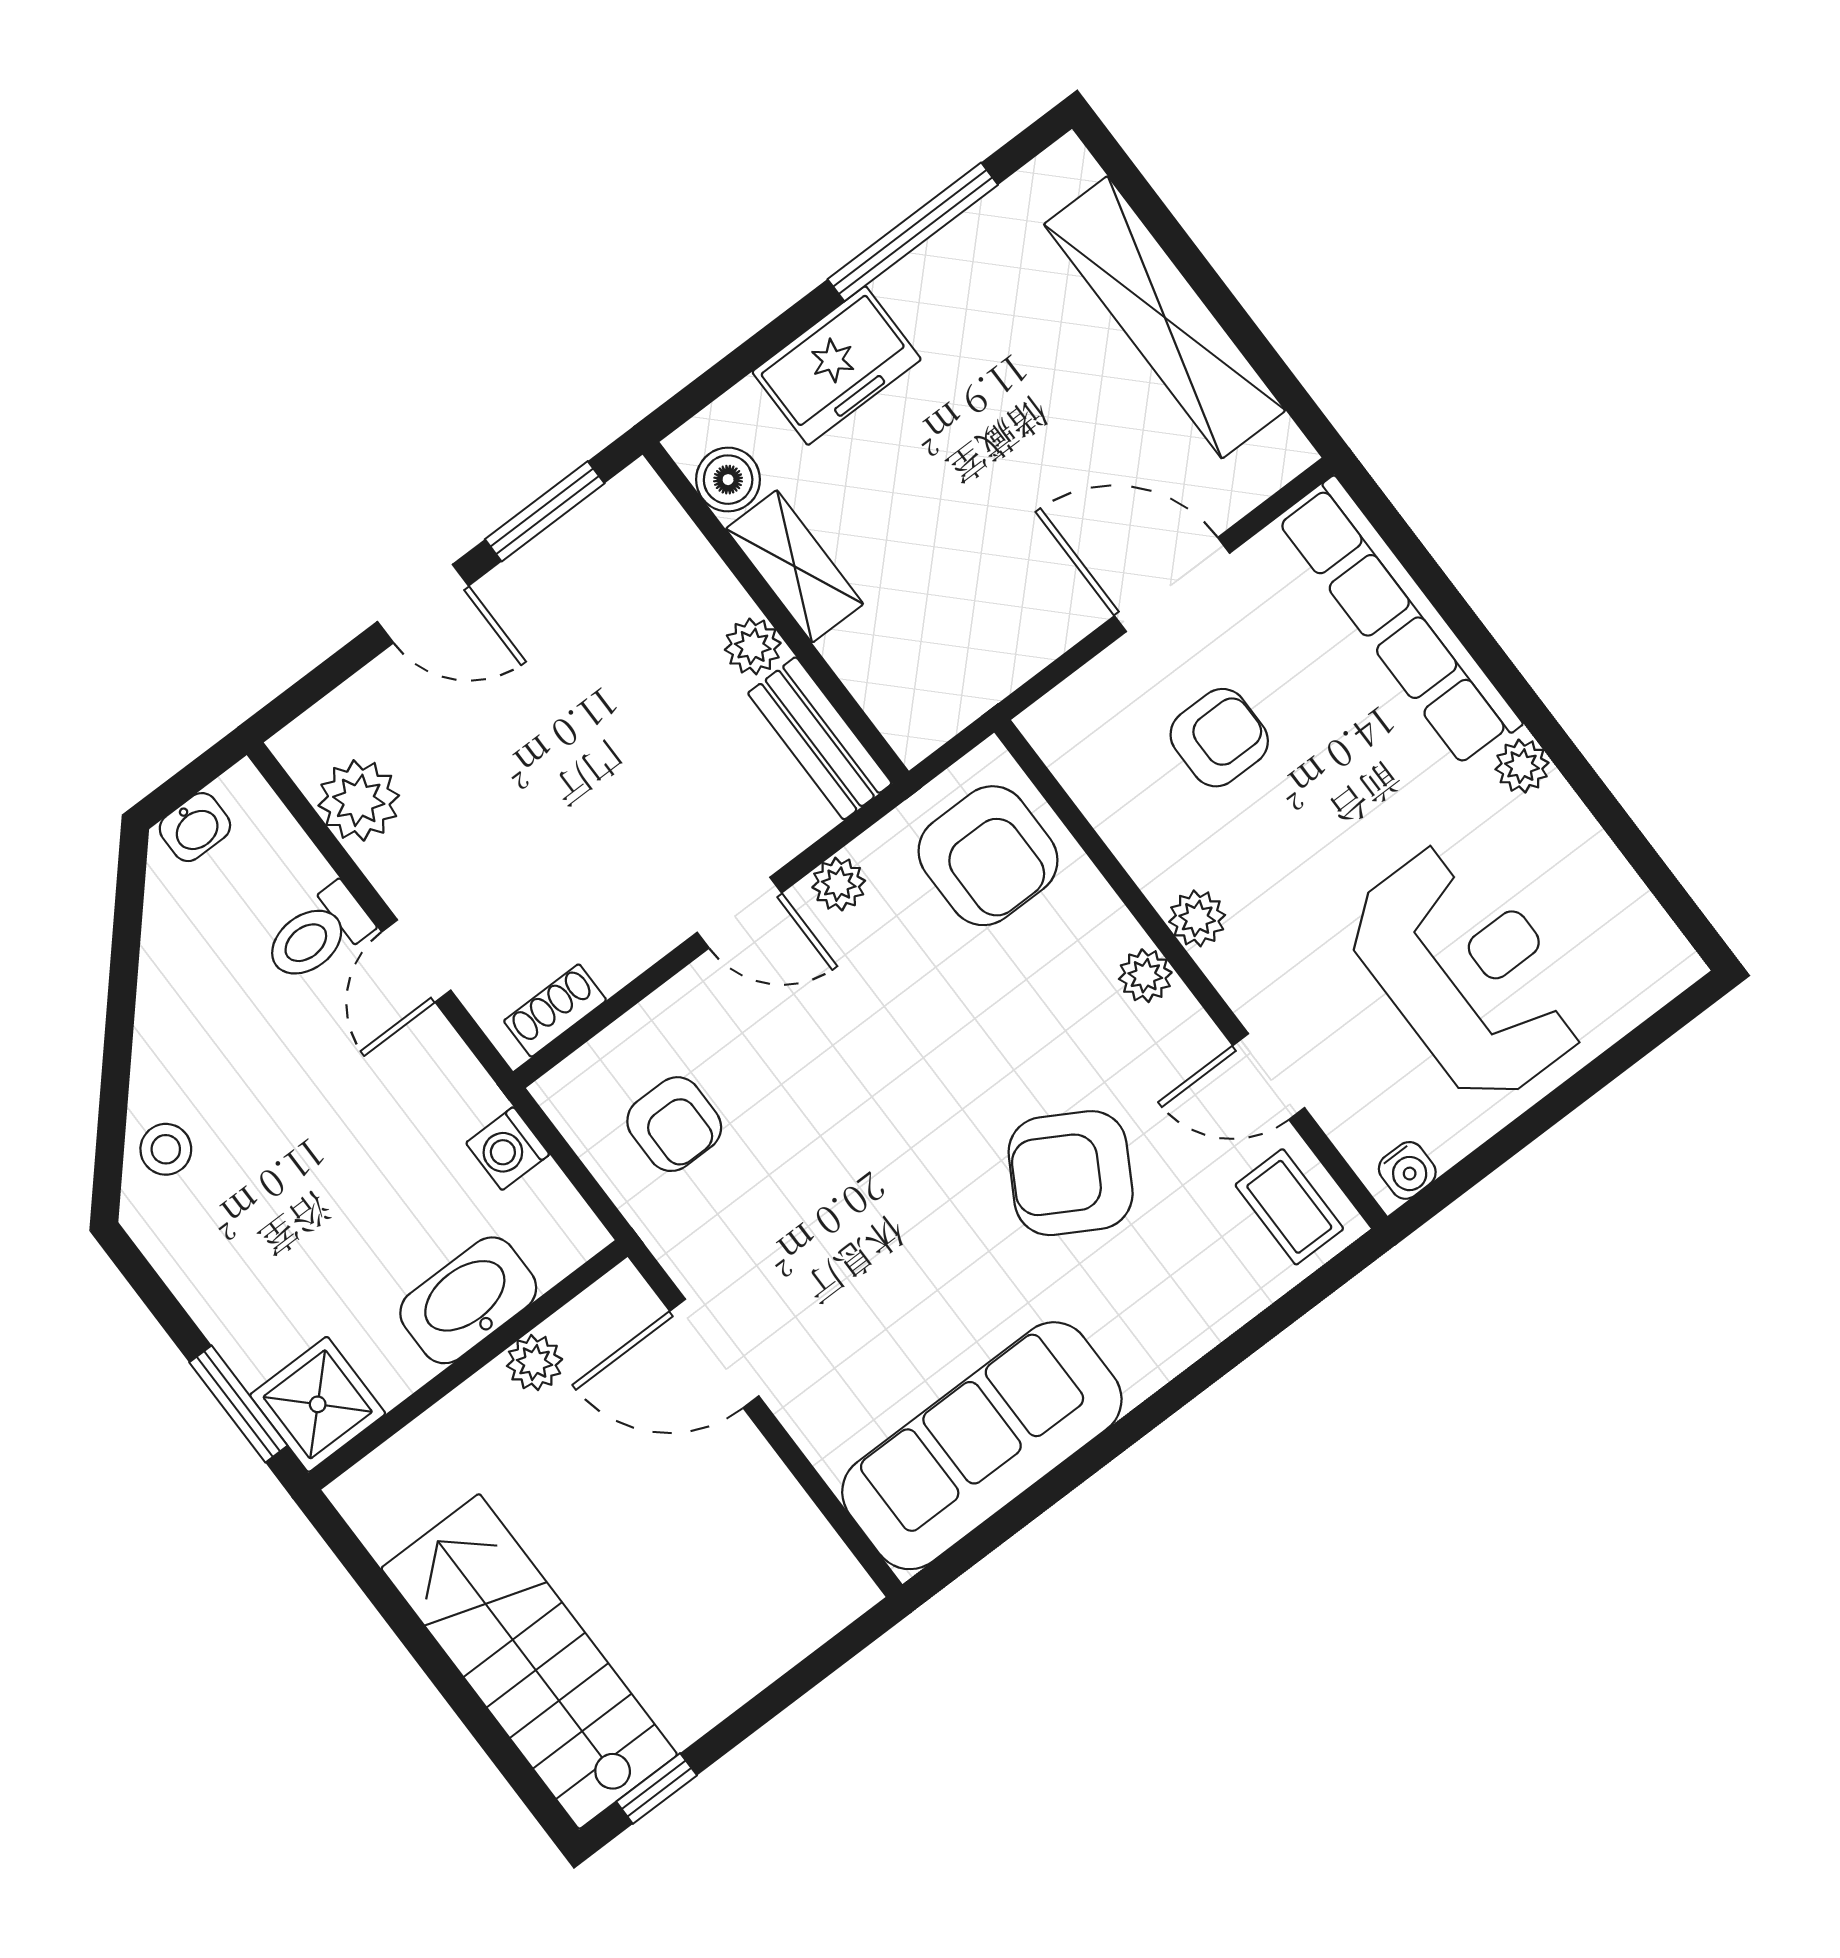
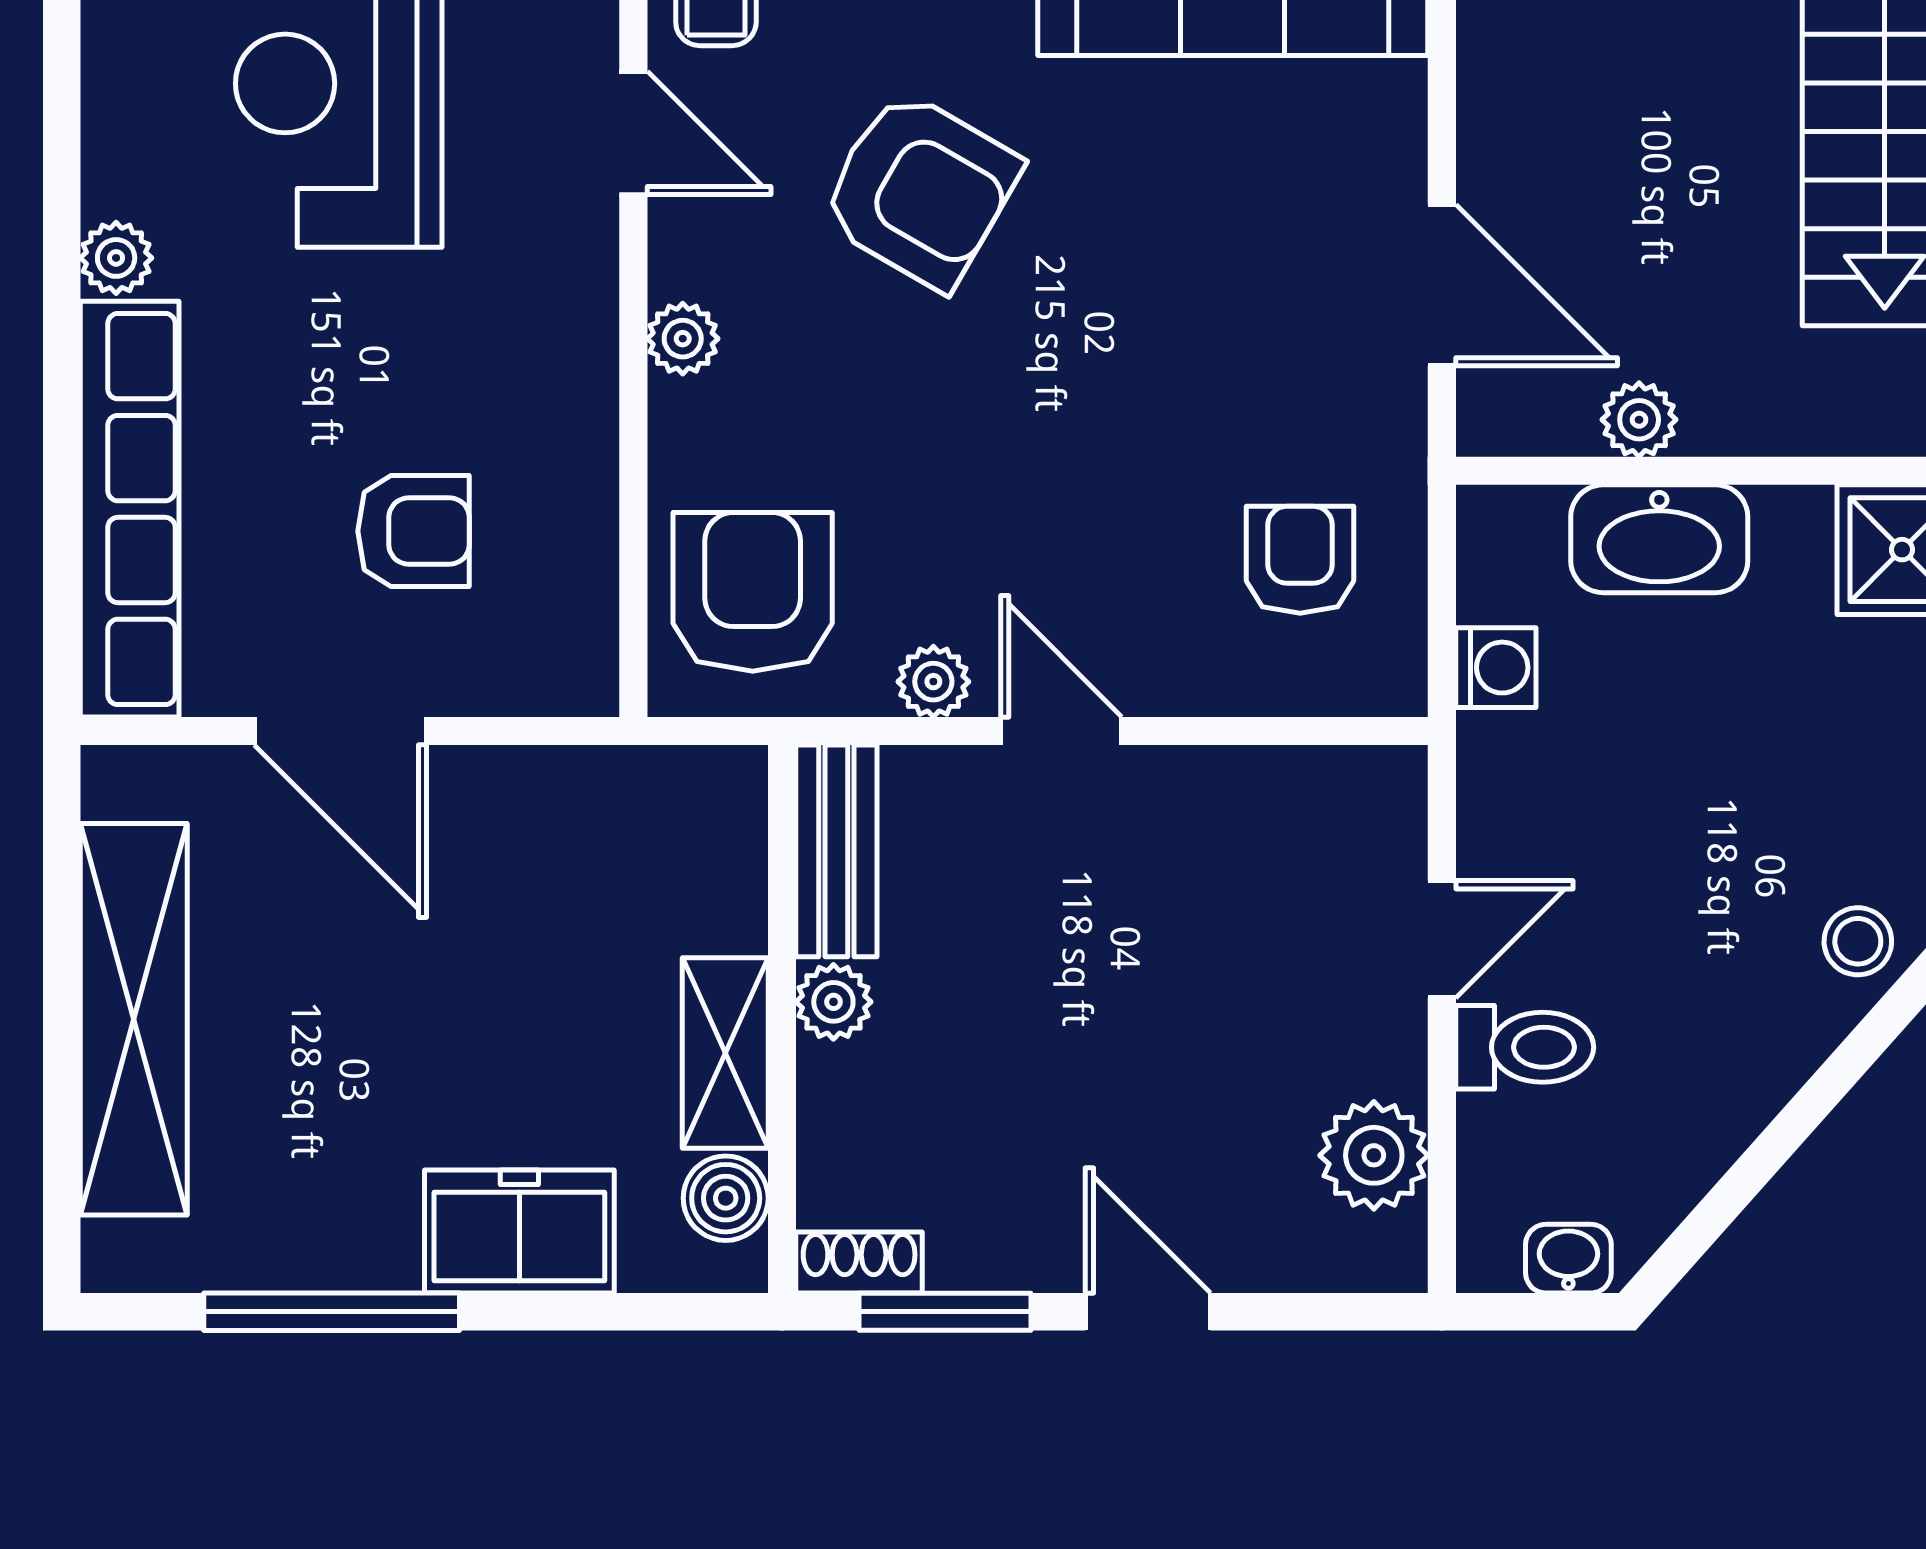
armchair: (1219, 738) -> (413, 531), turned 180
plant: (1197, 918) -> (582, 358), removed
shoe rack: (555, 1010) -> (859, 1263), moved, turned 180

